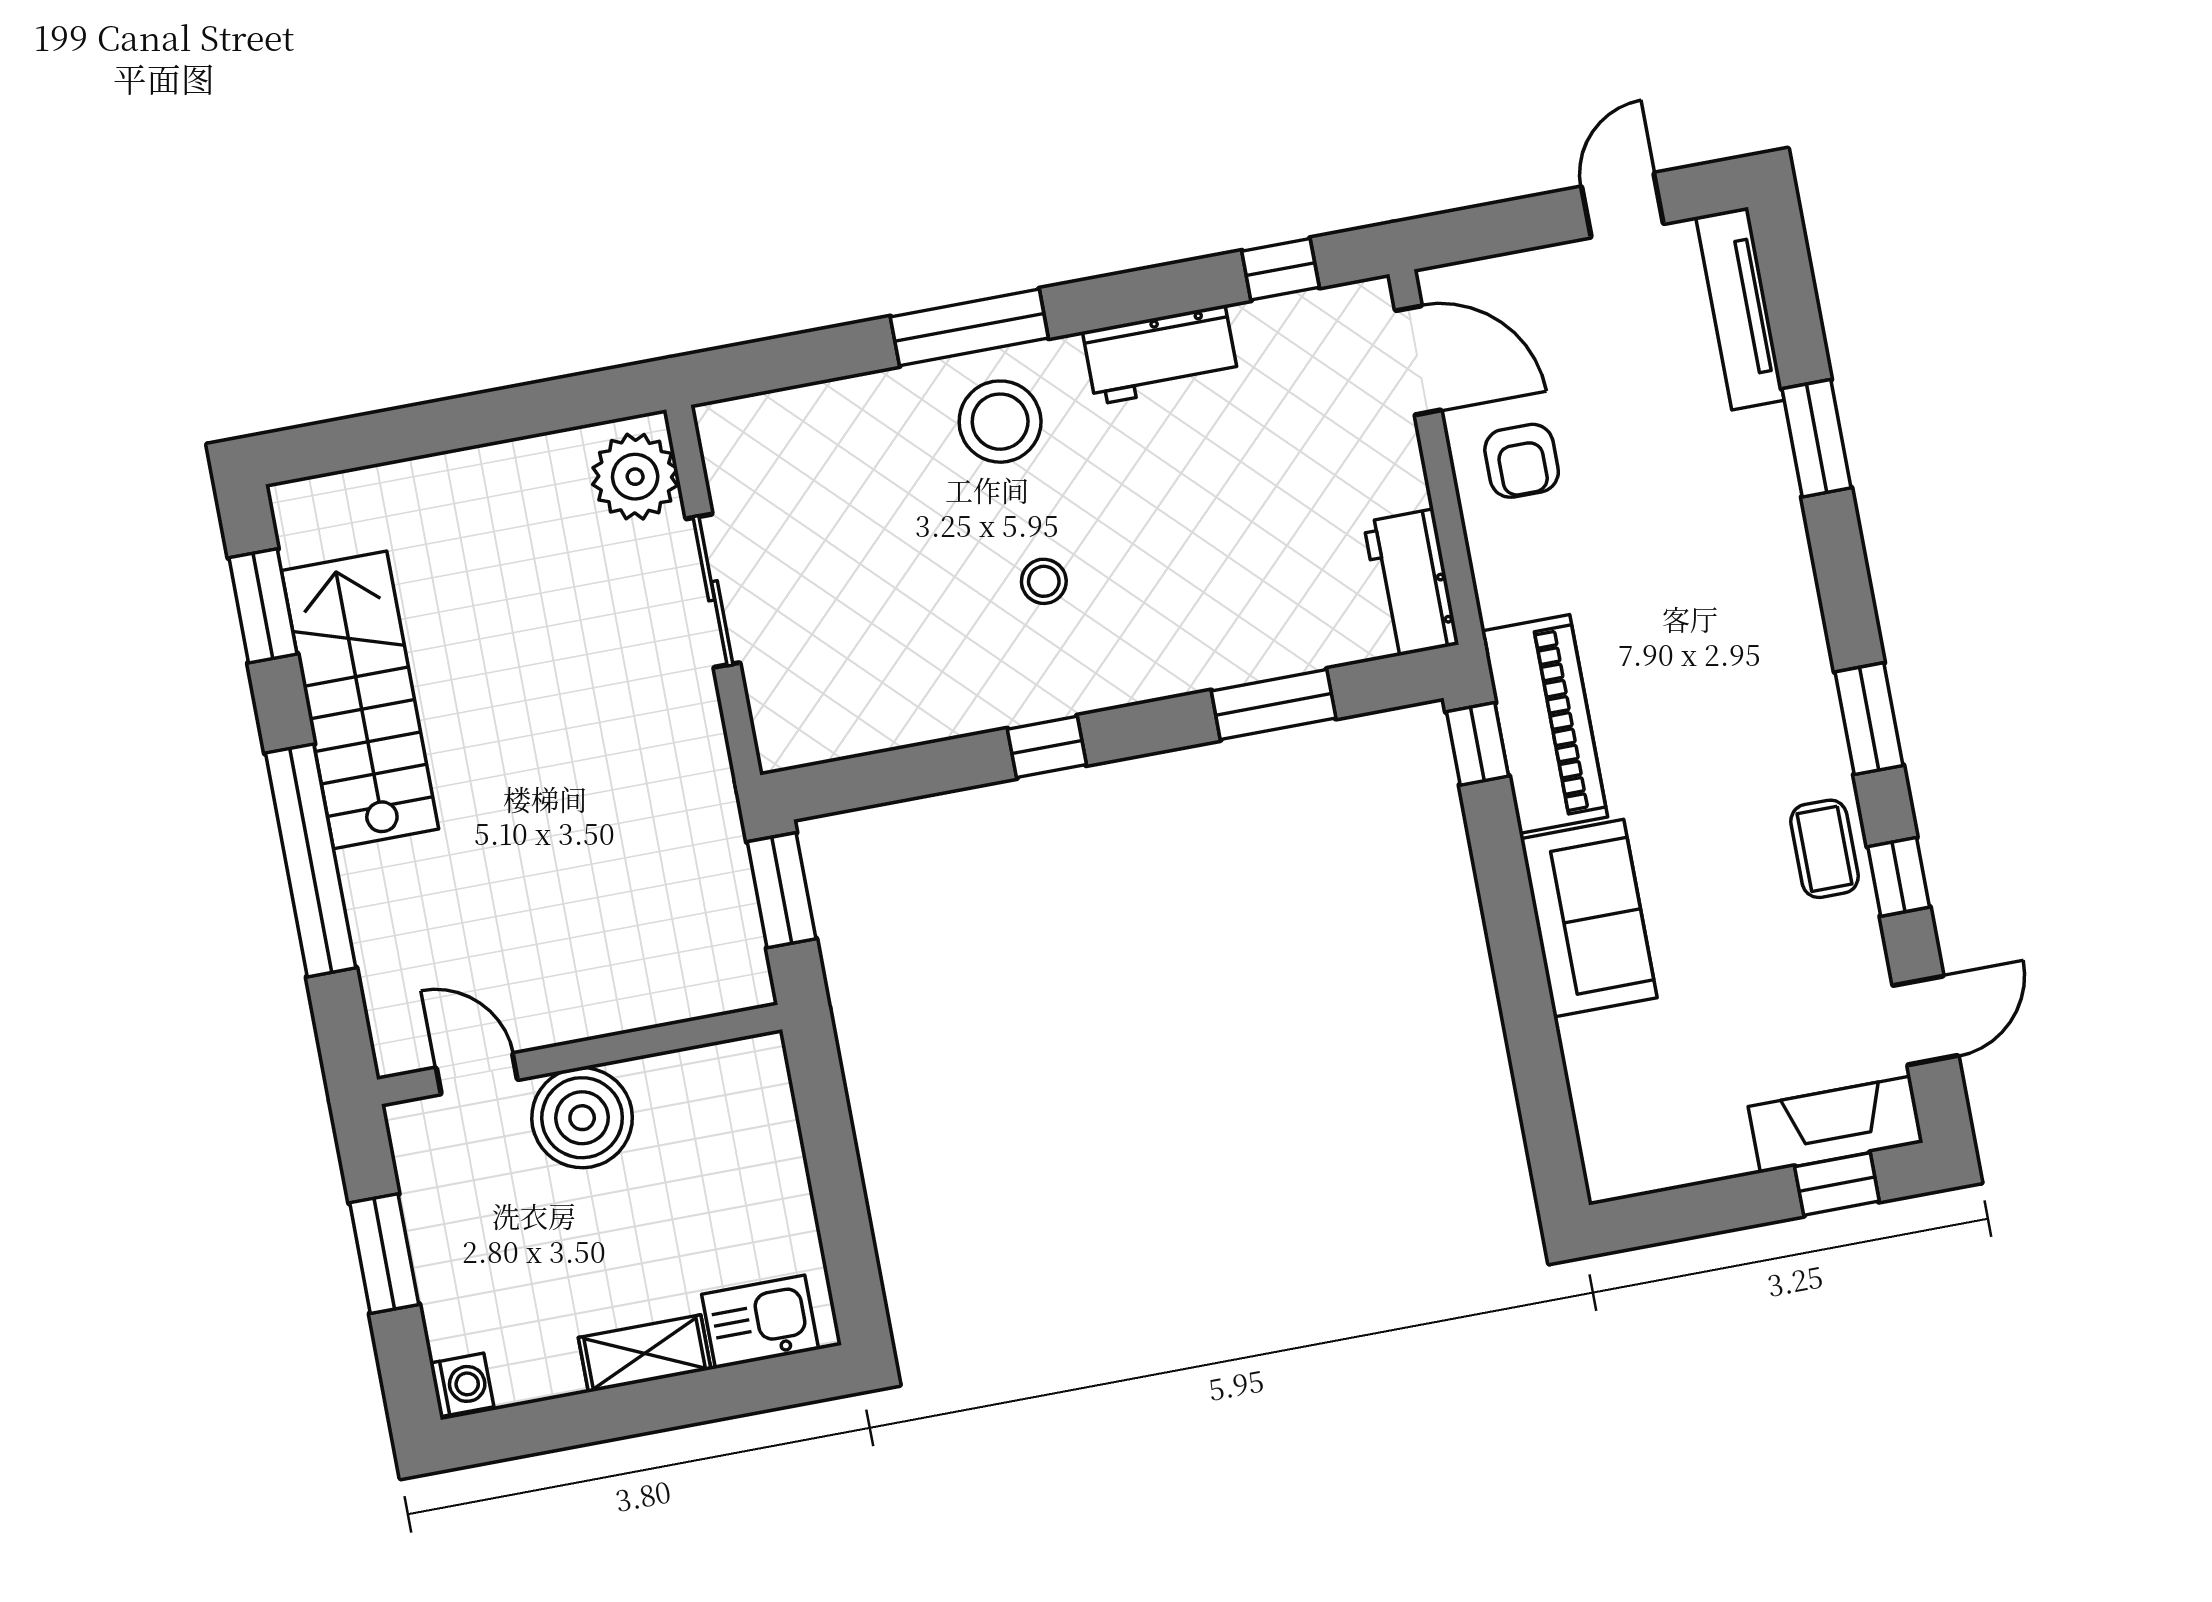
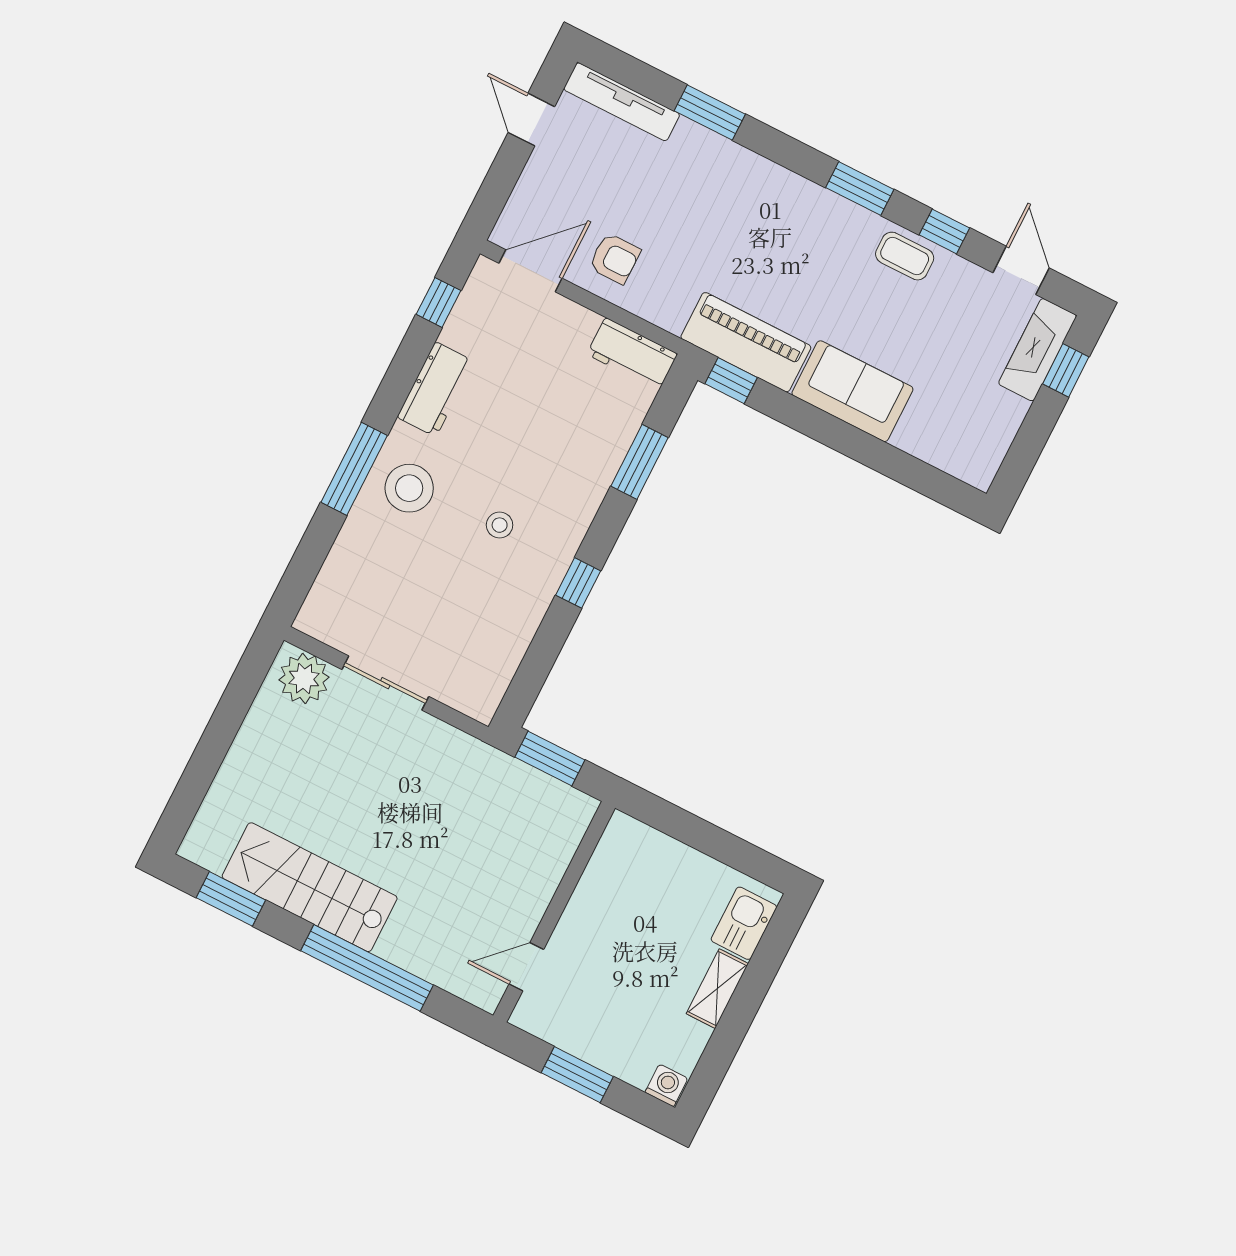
boiler: (582, 1118) -> (585, 933), removed

